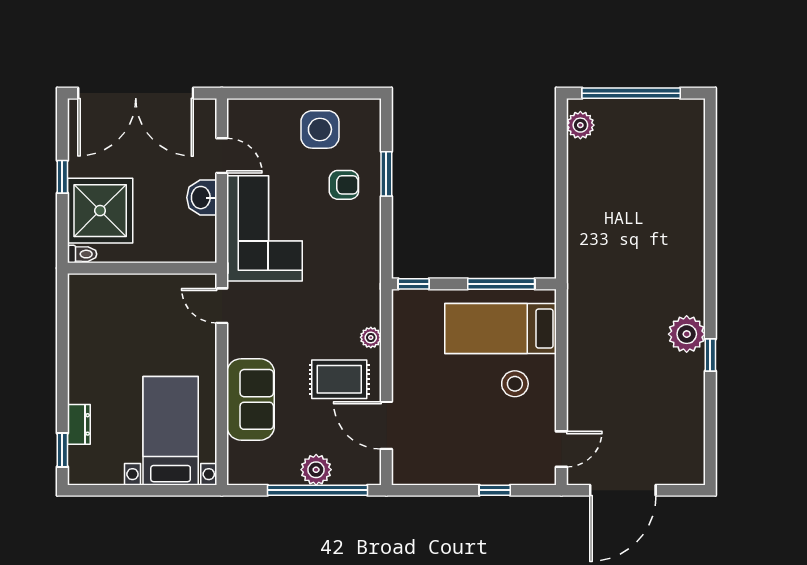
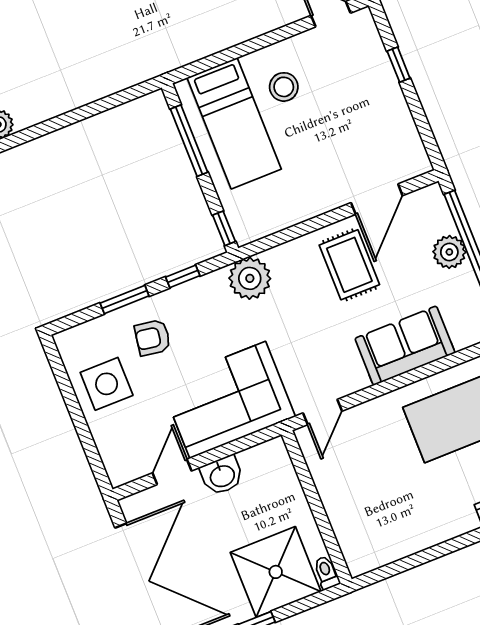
armchair: (344, 185) -> (153, 338), turned -81
window: (386, 232) -> (183, 276), added
plant: (371, 337) -> (250, 278), moved, width x1.88, depth x1.88

